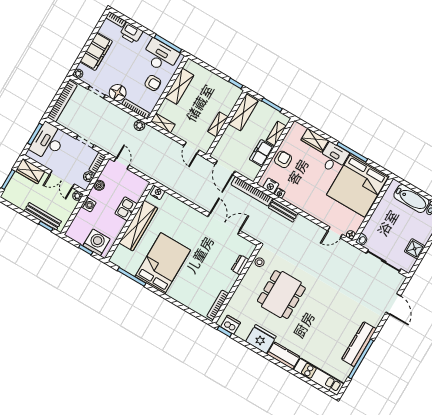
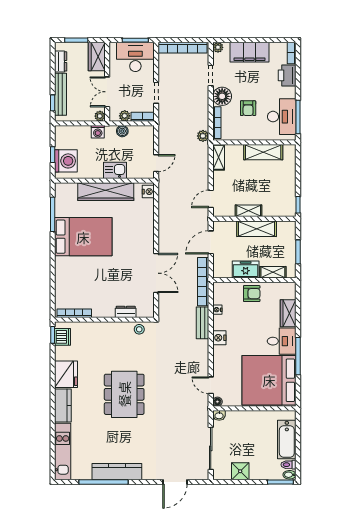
armchair: (153, 83) -> (248, 108), moved
shelving: (243, 112) -> (257, 229), moved
door: (122, 163) -> (156, 163), moved
nightstand: (271, 186) -> (219, 338), moved
dresser: (18, 201) -> (61, 61), added
dining table: (281, 295) -> (124, 394), moved, turned 90

